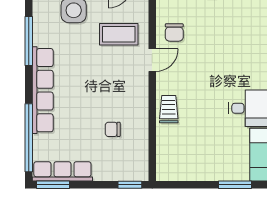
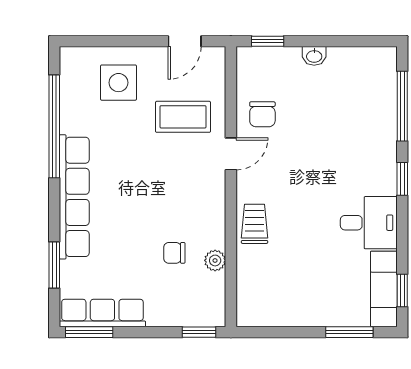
window: (29, 41) -> (54, 126), width x1.46
plant: (141, 135) -> (215, 260), added
window: (29, 138) -> (54, 265), width x0.47

